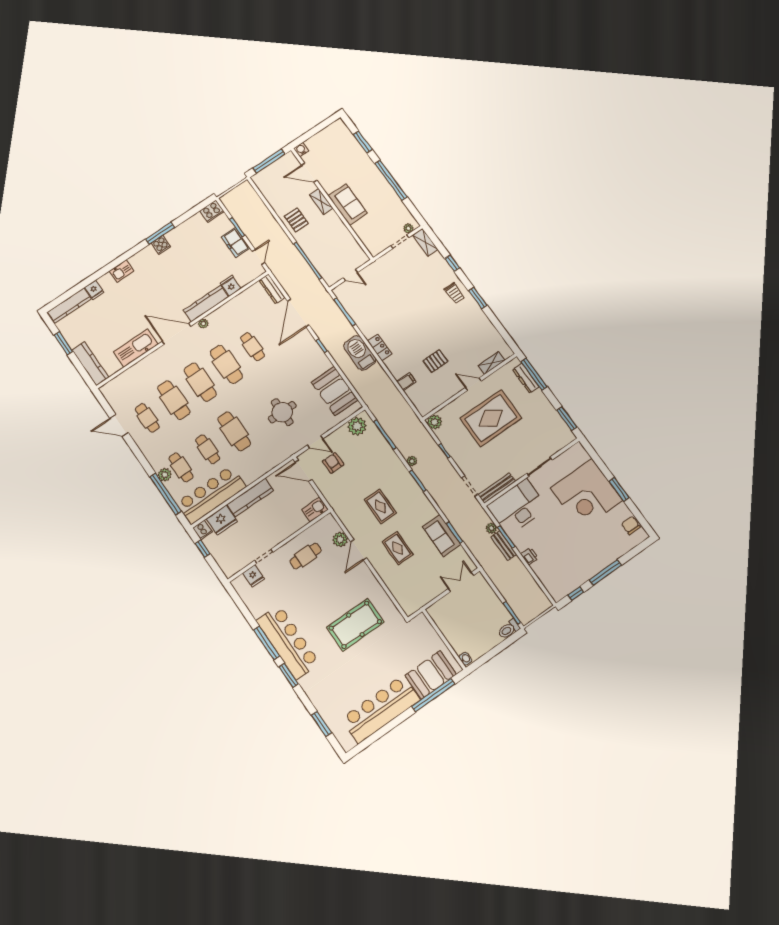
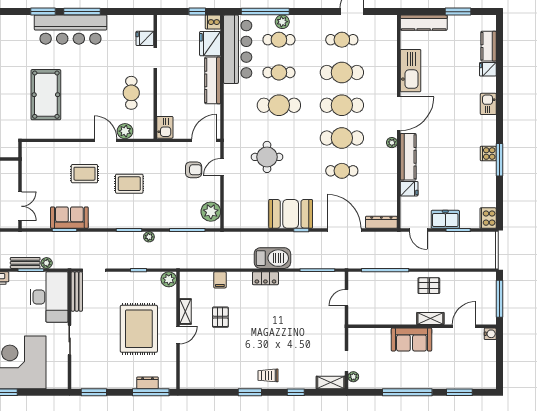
kitchen counter: (69, 306) -> (489, 46), width x0.67
shelving: (492, 363) -> (185, 312), moved
dresser: (526, 378) -> (148, 383), width x0.70
booth: (335, 391) -> (291, 214), moved

